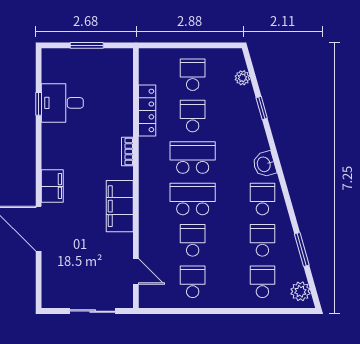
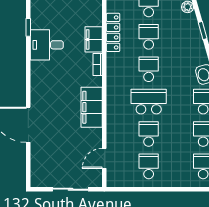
desk: (62, 103) -> (47, 45), moved
school desk: (193, 158) -> (149, 69), width x0.54
filing cabinet: (52, 186) -> (94, 39), moved, turned 180
door: (136, 272) -> (104, 158), swing flipped

